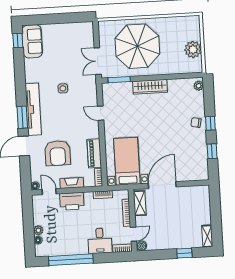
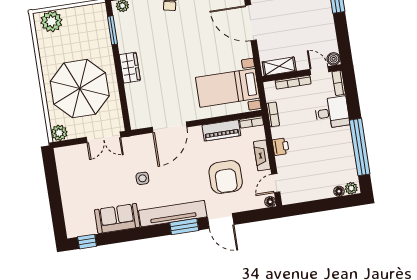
plant: (104, 27) -> (59, 133), added
sofa: (32, 41) -> (117, 218), moved
plant: (193, 50) -> (51, 21), moved
window: (119, 80) -> (112, 30), moved
wardrobe: (150, 87) -> (130, 68), width x0.67
door: (101, 113) -> (169, 127), width x1.87
armchair: (58, 153) -> (226, 177), turned 90
door: (162, 185) -> (251, 23), moved
printer: (72, 201) -> (281, 147), width x0.53, depth x0.68
plant: (38, 230) -> (351, 188), moved

